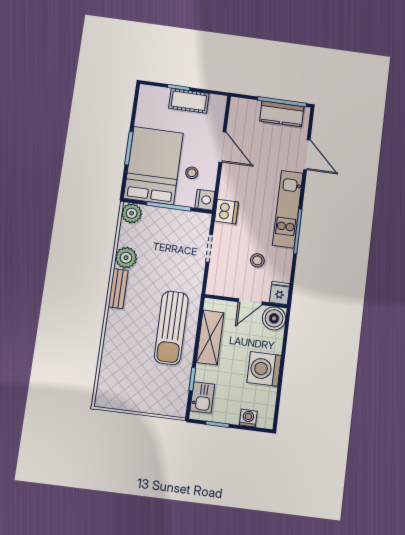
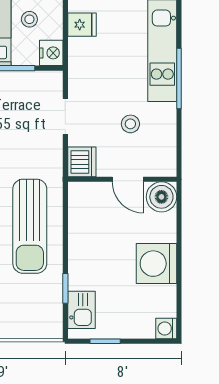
dishwasher: (227, 212) -> (82, 162), moved
fridge: (280, 293) -> (82, 25), moved, turned 90
door: (250, 302) -> (128, 179), hinge flipped
shelving: (210, 337) -> (82, 232), removed
washing machine: (248, 418) -> (166, 329), moved, turned -90

